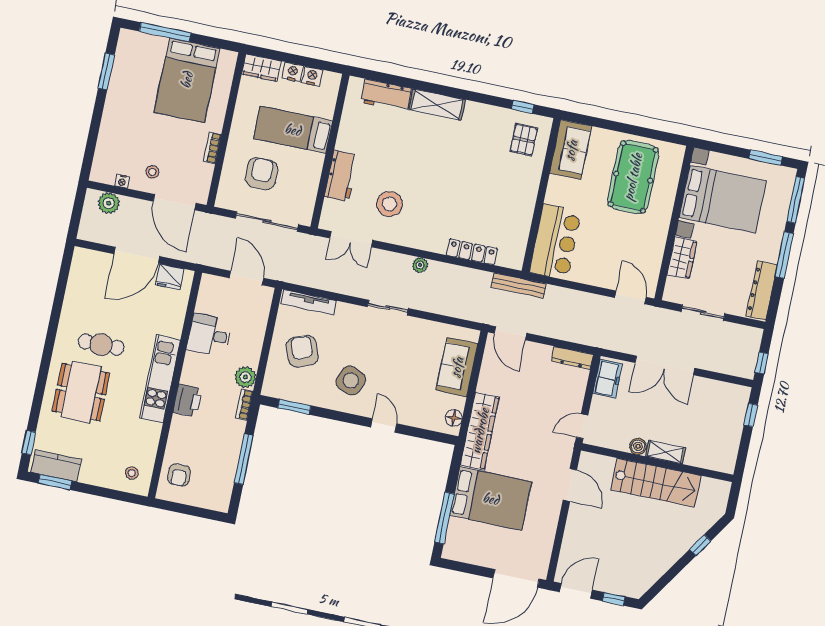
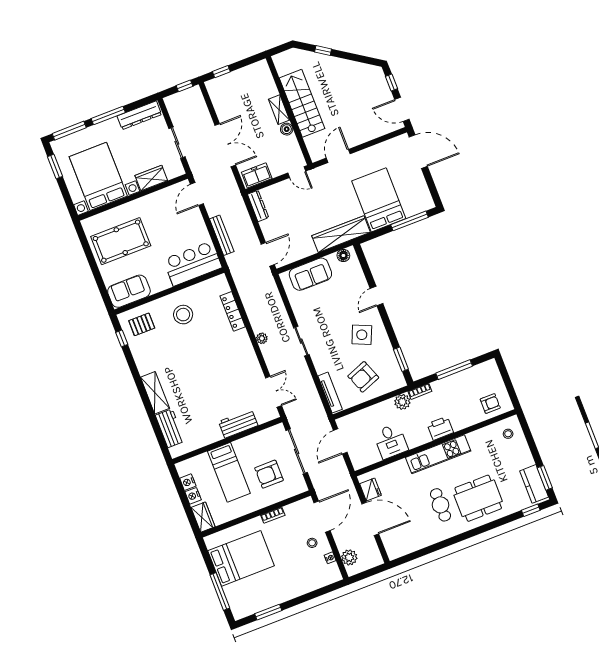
stool: (390, 204) -> (183, 315), moved
bench: (519, 286) -> (222, 235), moved

